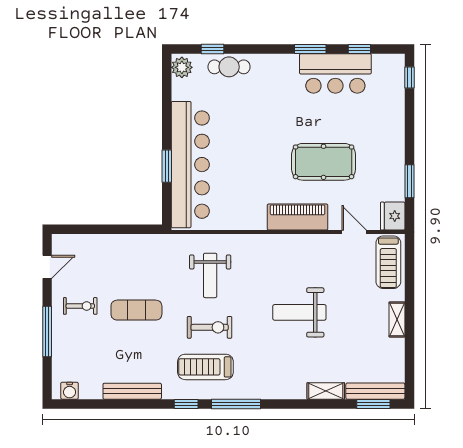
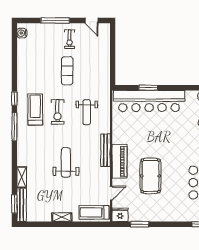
weight bench: (210, 275) -> (87, 112), turned -90
bench: (132, 391) -> (105, 150), moved

